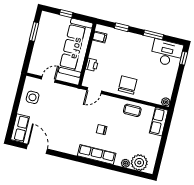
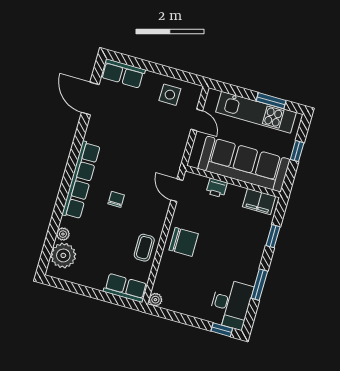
filing cabinet: (100, 37) -> (259, 202), width x2.00
kitchen unit: (42, 41) -> (256, 112), added
door: (37, 149) -> (90, 98), swing flipped
row of seats: (97, 154) -> (81, 180), width x1.36

